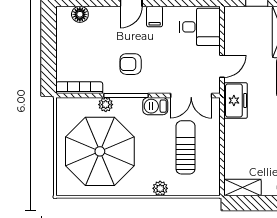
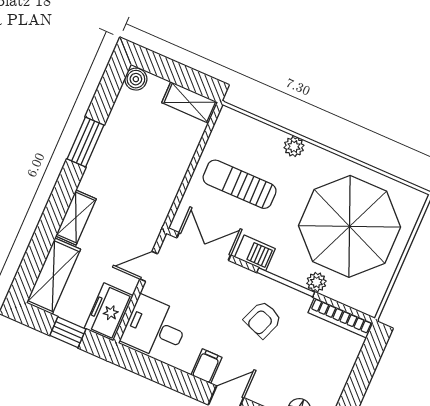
armchair: (131, 64) -> (263, 319), turned 111
freezer: (236, 100) -> (109, 312), moved
sun lounger: (185, 147) -> (240, 184), turned 90

